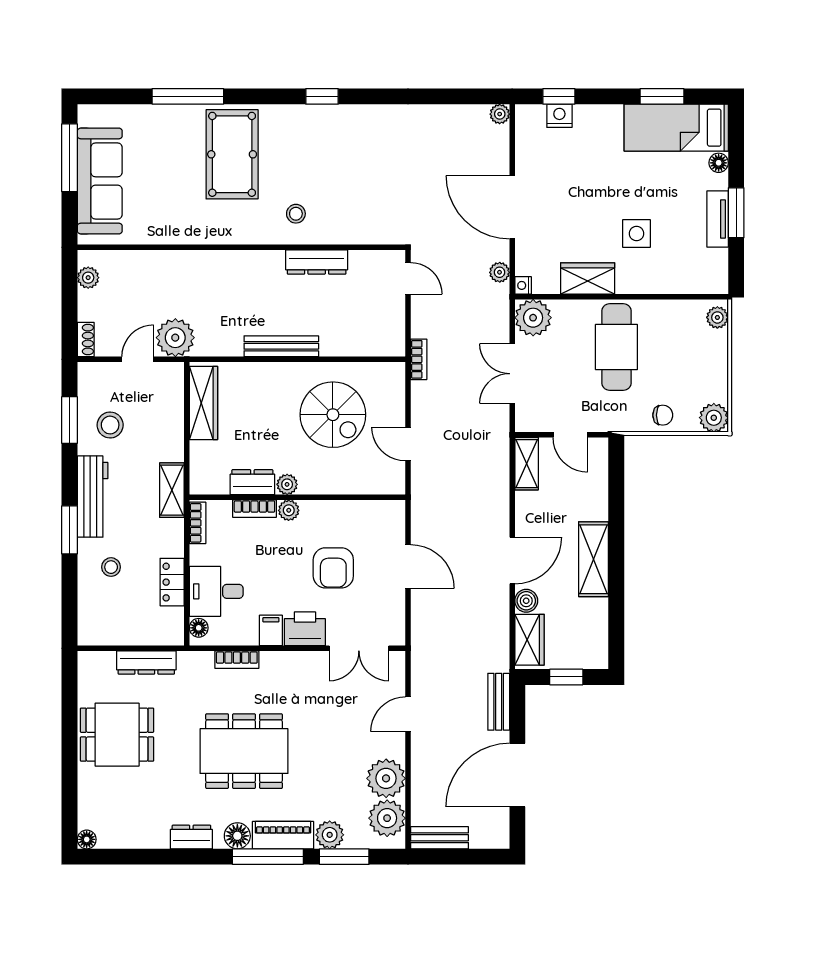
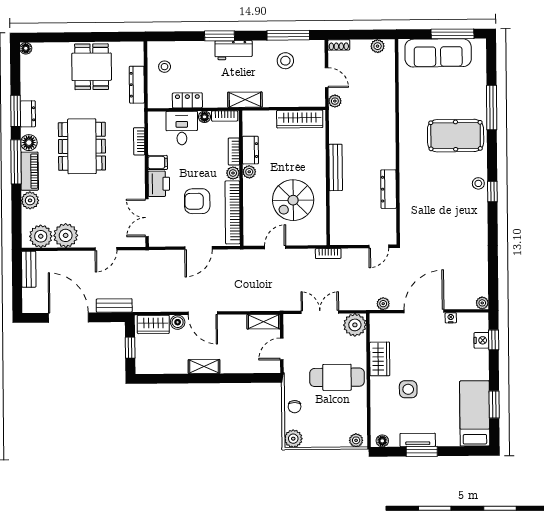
floor lamp: (719, 163) -> (382, 441), moved
stool: (296, 214) -> (478, 183), moved
nightstand: (523, 285) -> (451, 318), moved
plant: (175, 338) -> (335, 101), width x0.53, depth x0.53
window: (70, 420) -> (288, 35), width x1.44
workbench: (93, 497) -> (234, 50), width x0.73
bookcase: (352, 511) -> (233, 212), added
shelving: (594, 559) -> (204, 366), width x0.67, depth x0.75
stool: (111, 567) -> (165, 67), moved
floor lamp: (199, 628) -> (205, 117), moved
door: (408, 714) -> (106, 249), swing flipped
window: (344, 857) -> (16, 111), moved

